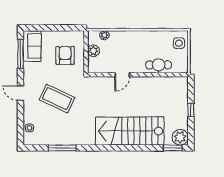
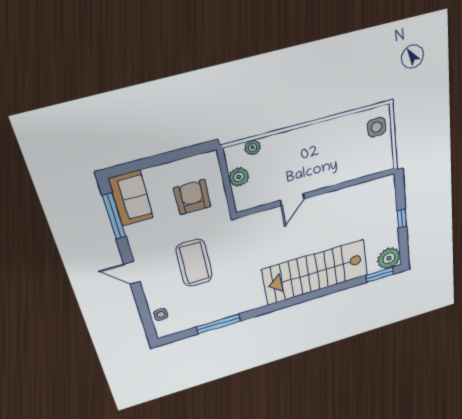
cafe table: (159, 65) -> (348, 169), removed
coffee table: (57, 99) -> (194, 263), turned 65

